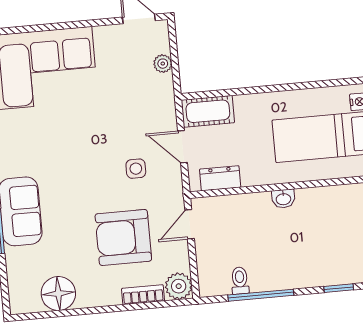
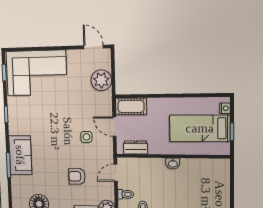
plant: (163, 64) -> (101, 80), width x1.88, depth x1.88
armchair: (123, 237) -> (77, 176), width x0.53, depth x0.53
toilet: (209, 259) -> (126, 194), added

